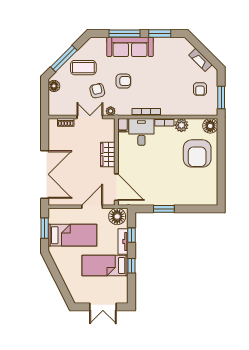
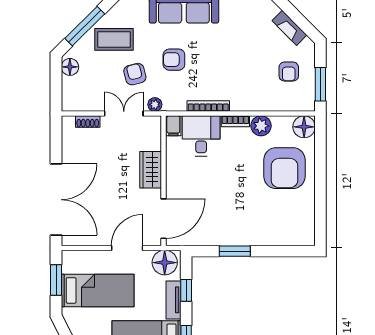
armchair: (123, 81) -> (174, 60), turned 180
door: (116, 187) -> (163, 219), hinge flipped

